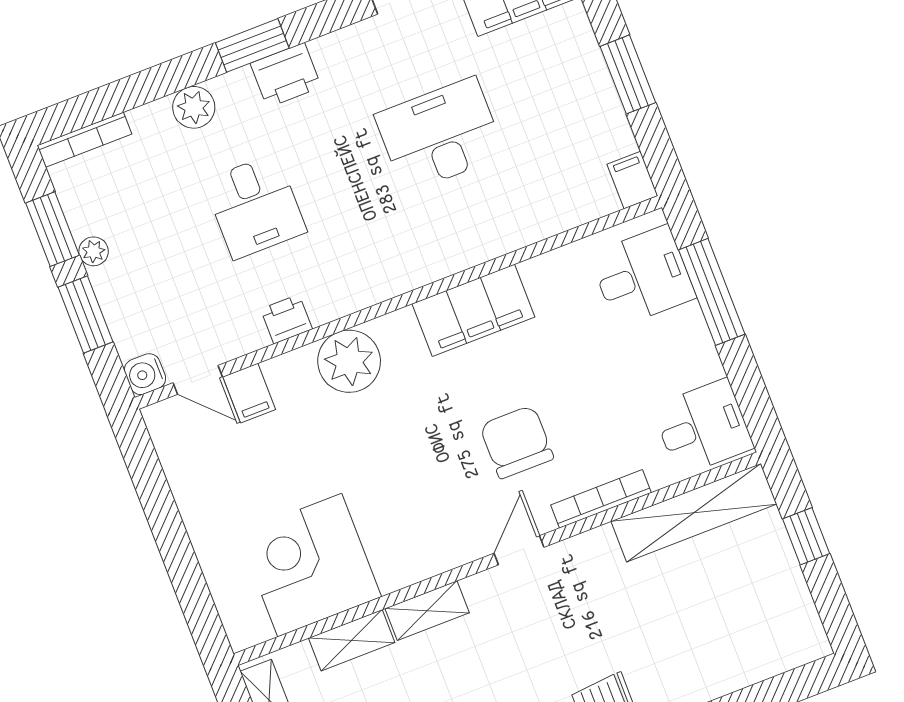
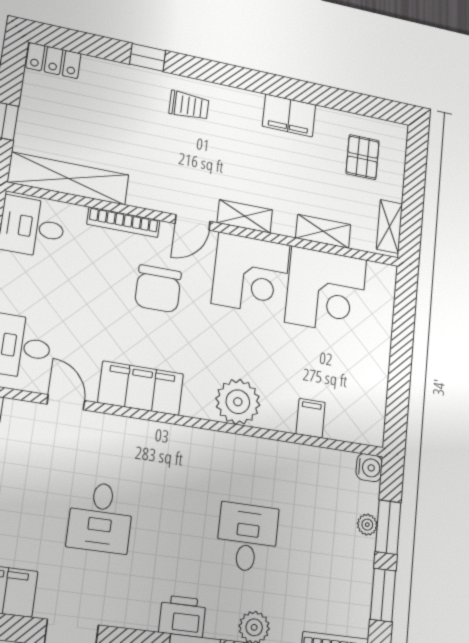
desk: (440, 135) -> (100, 517), width x0.73
plant: (94, 251) -> (367, 525), moved
printer: (286, 319) -> (264, 452), removed
door: (198, 380) -> (66, 402), moved
corner desk: (414, 529) -> (251, 274), added
shelving: (427, 611) -> (245, 216), moved
locker: (792, 649) -> (54, 61), added

